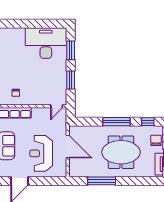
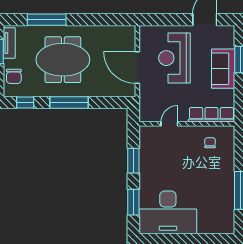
door: (57, 106) -> (169, 124), moved
reception desk: (41, 153) -> (174, 58), turned 180
window: (102, 181) -> (47, 20), moved

